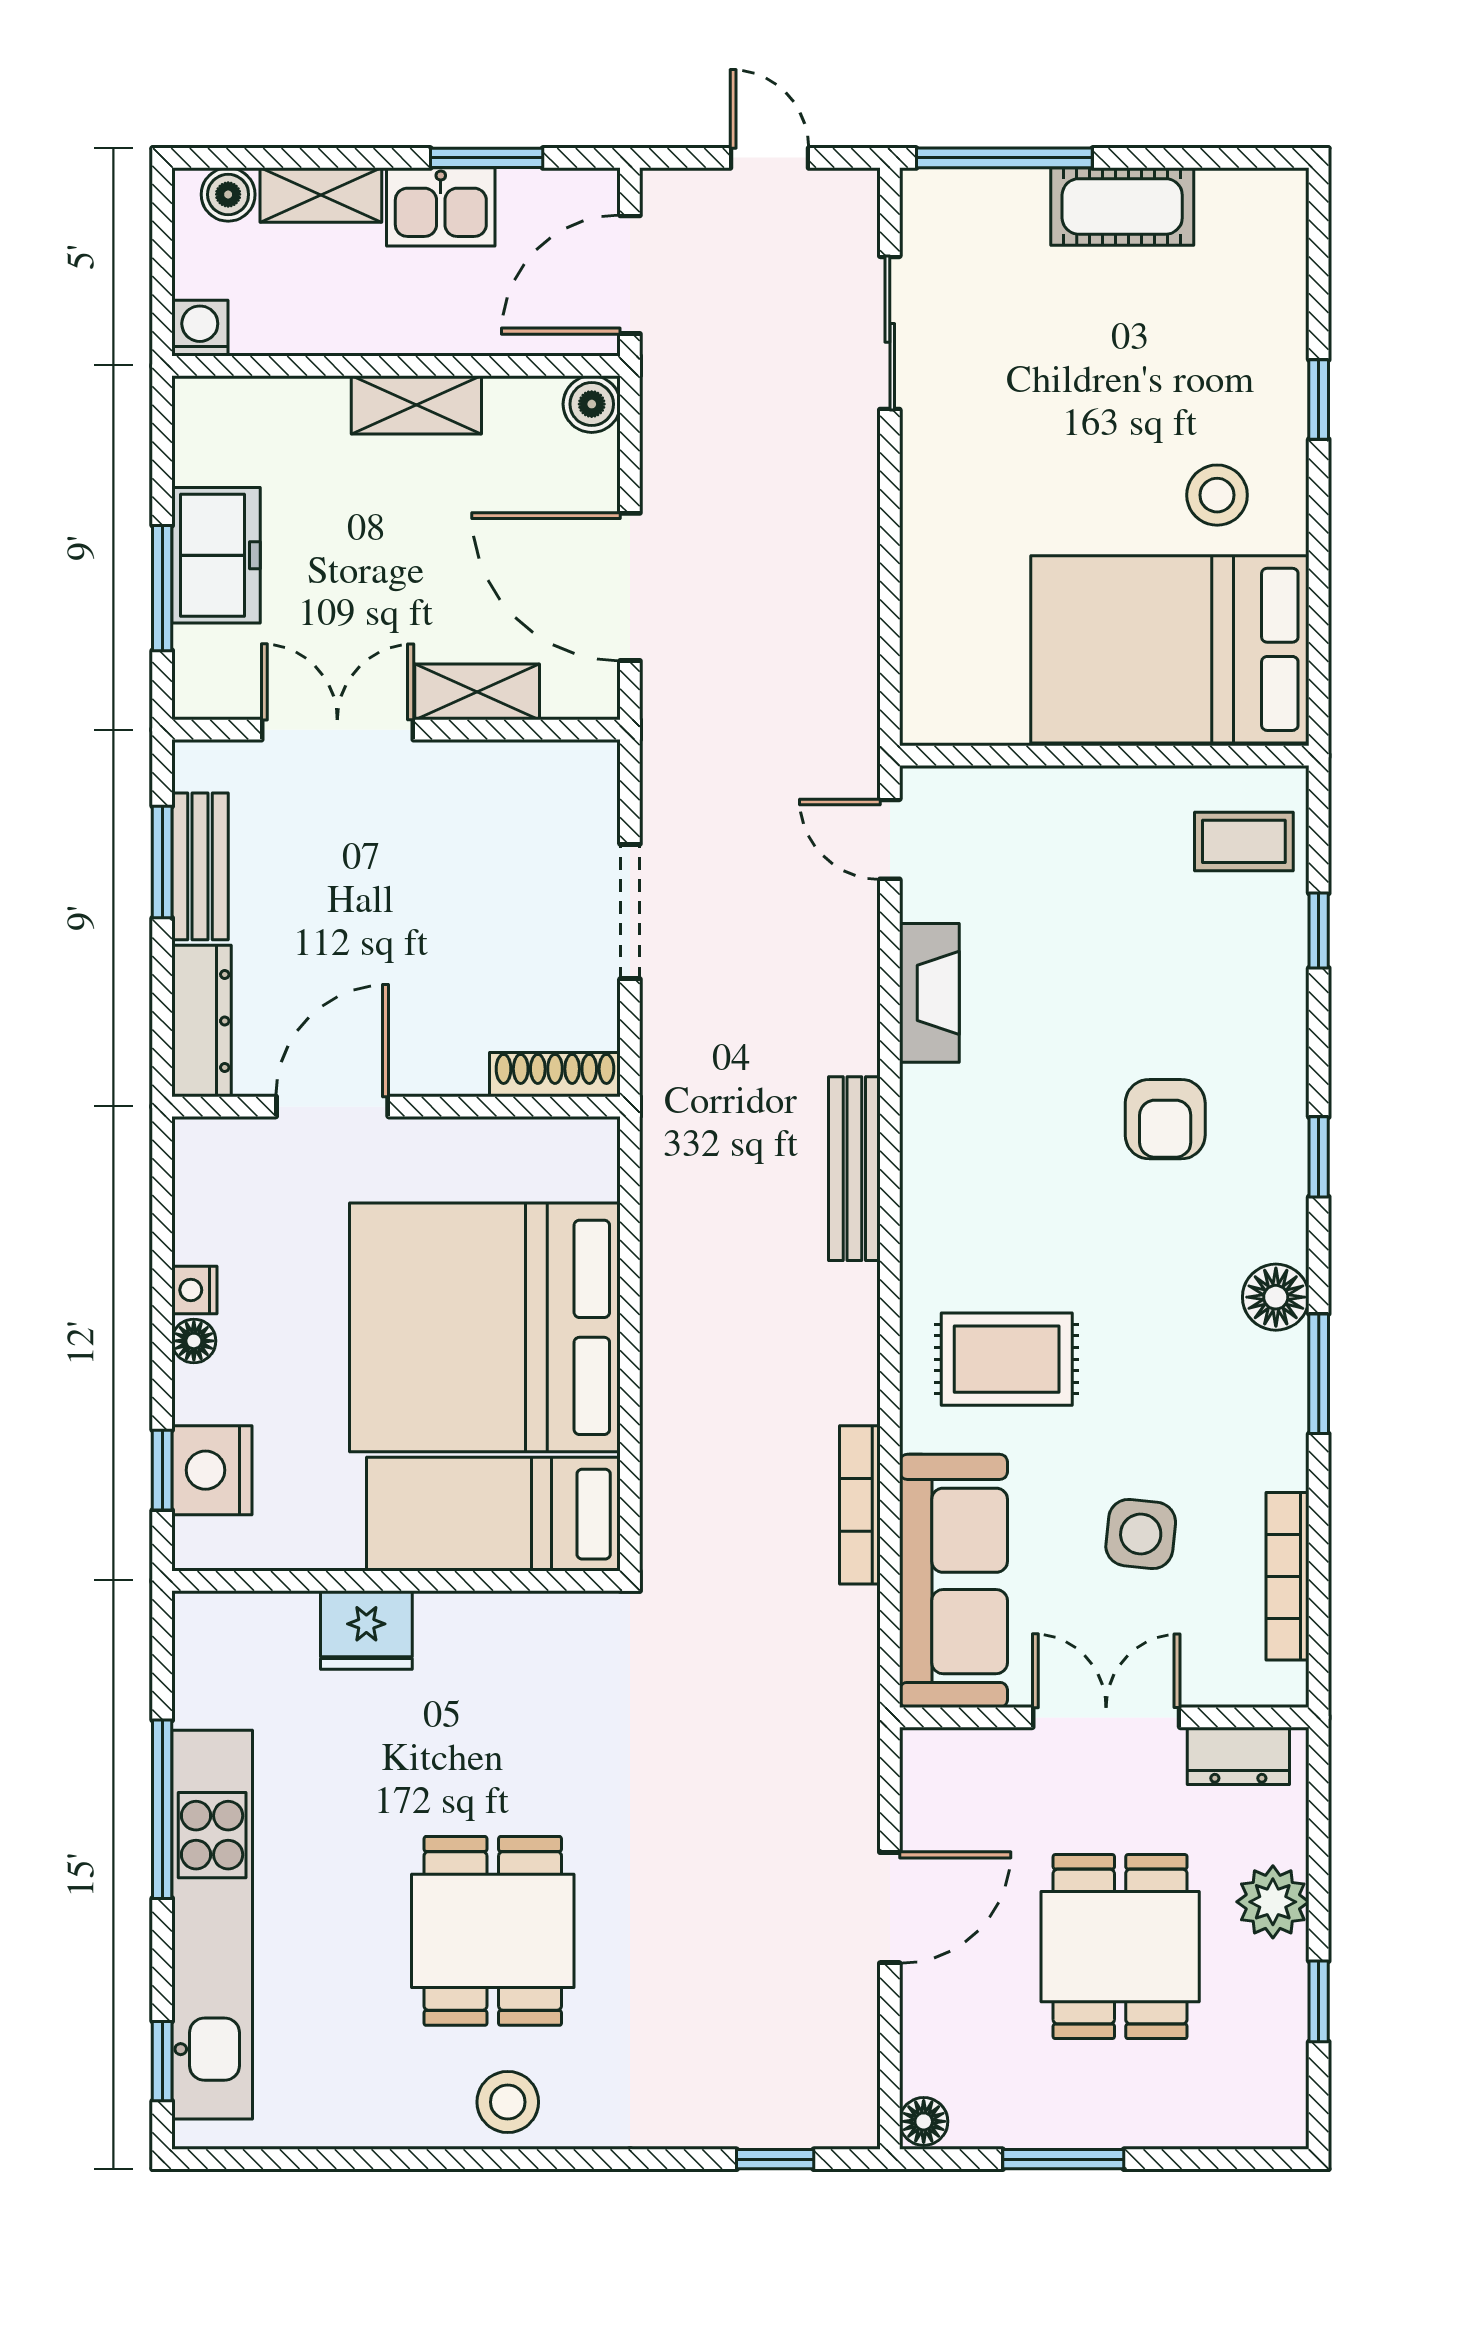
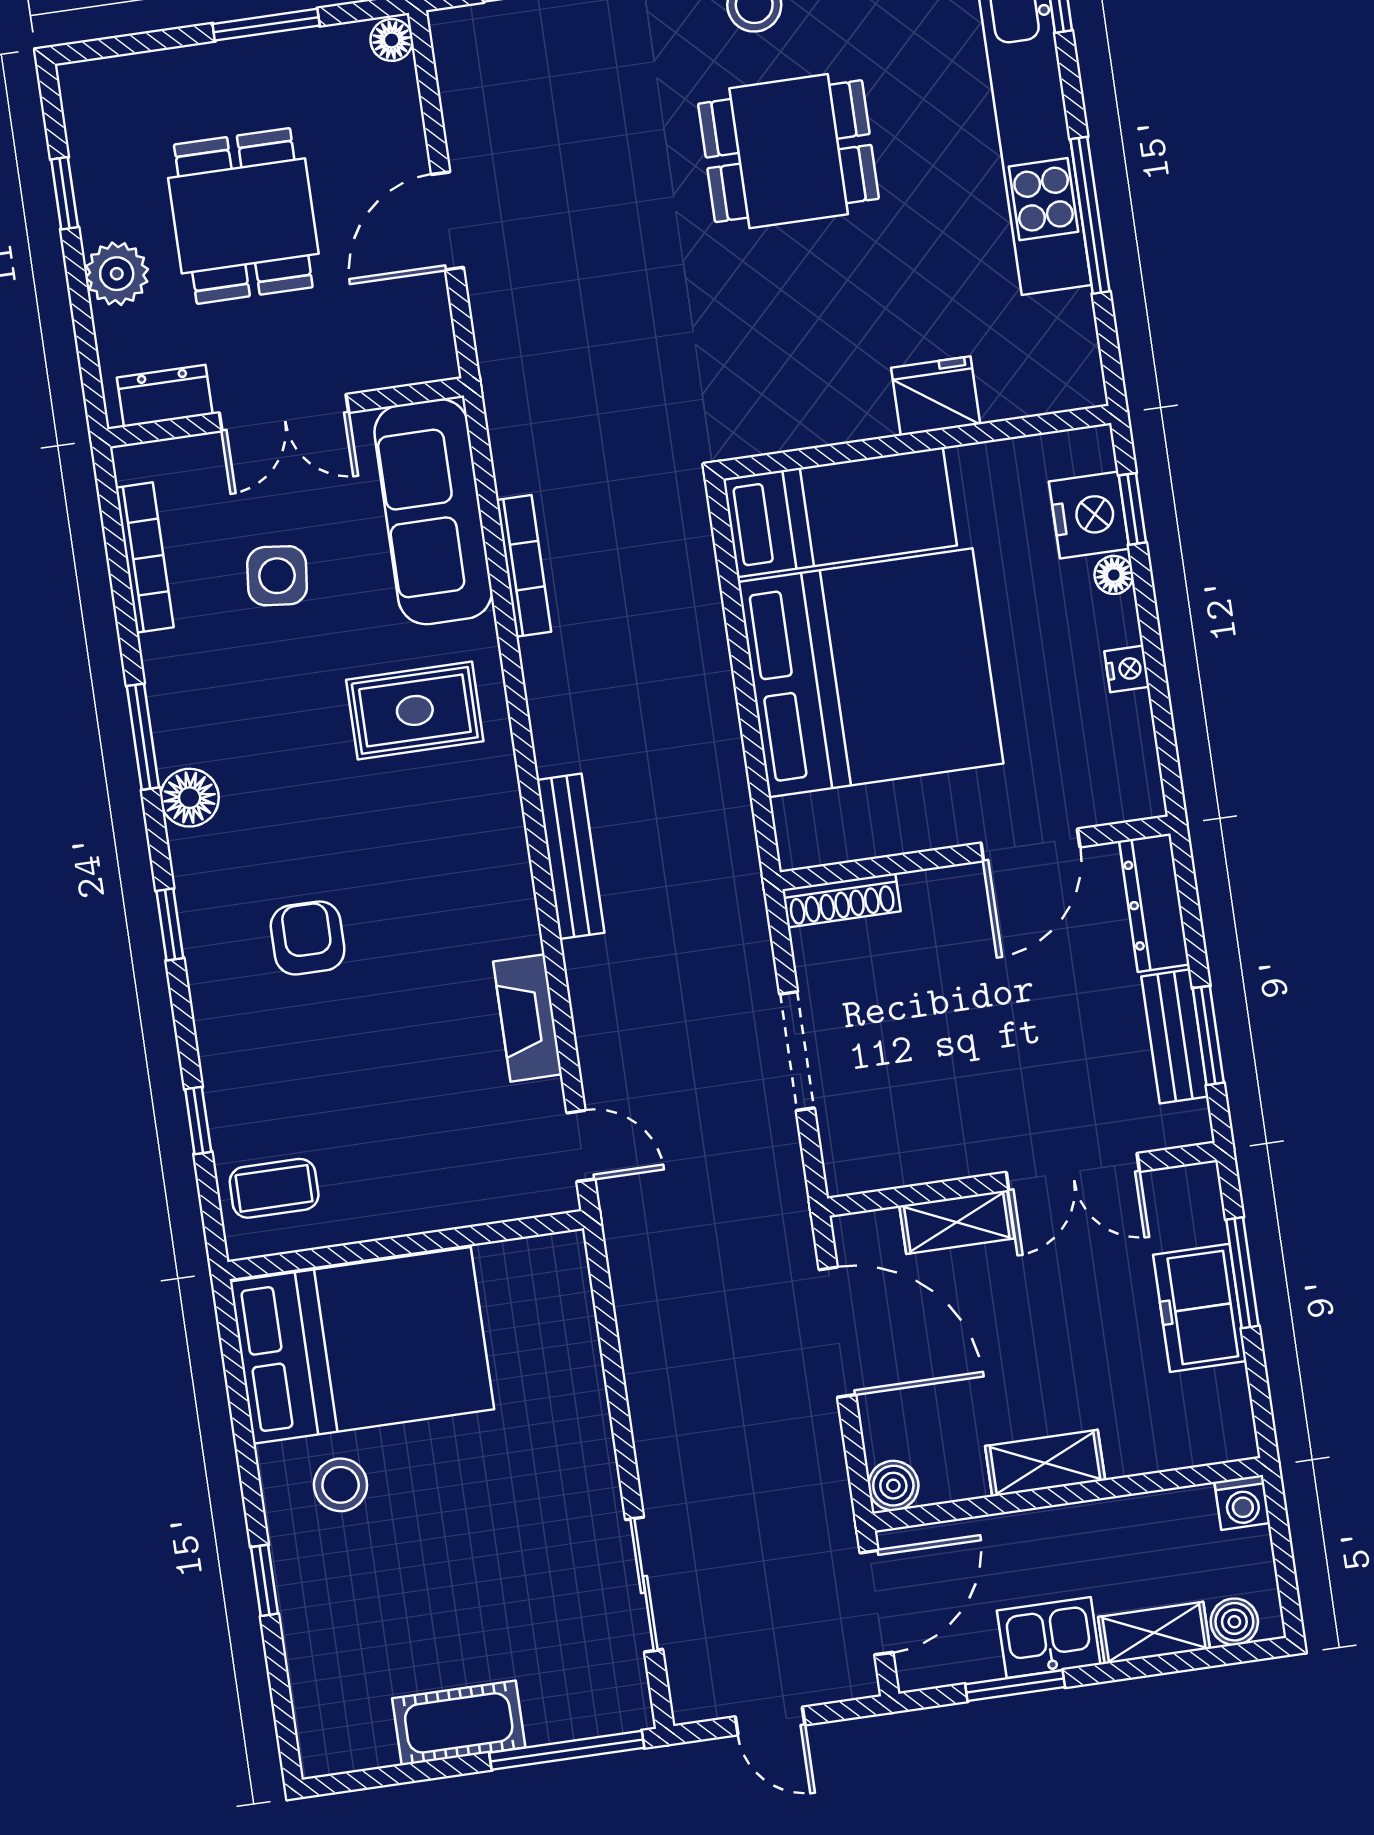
floor lamp: (194, 1341) -> (1114, 575), moved
dining table: (493, 1931) -> (789, 151), turned 90

